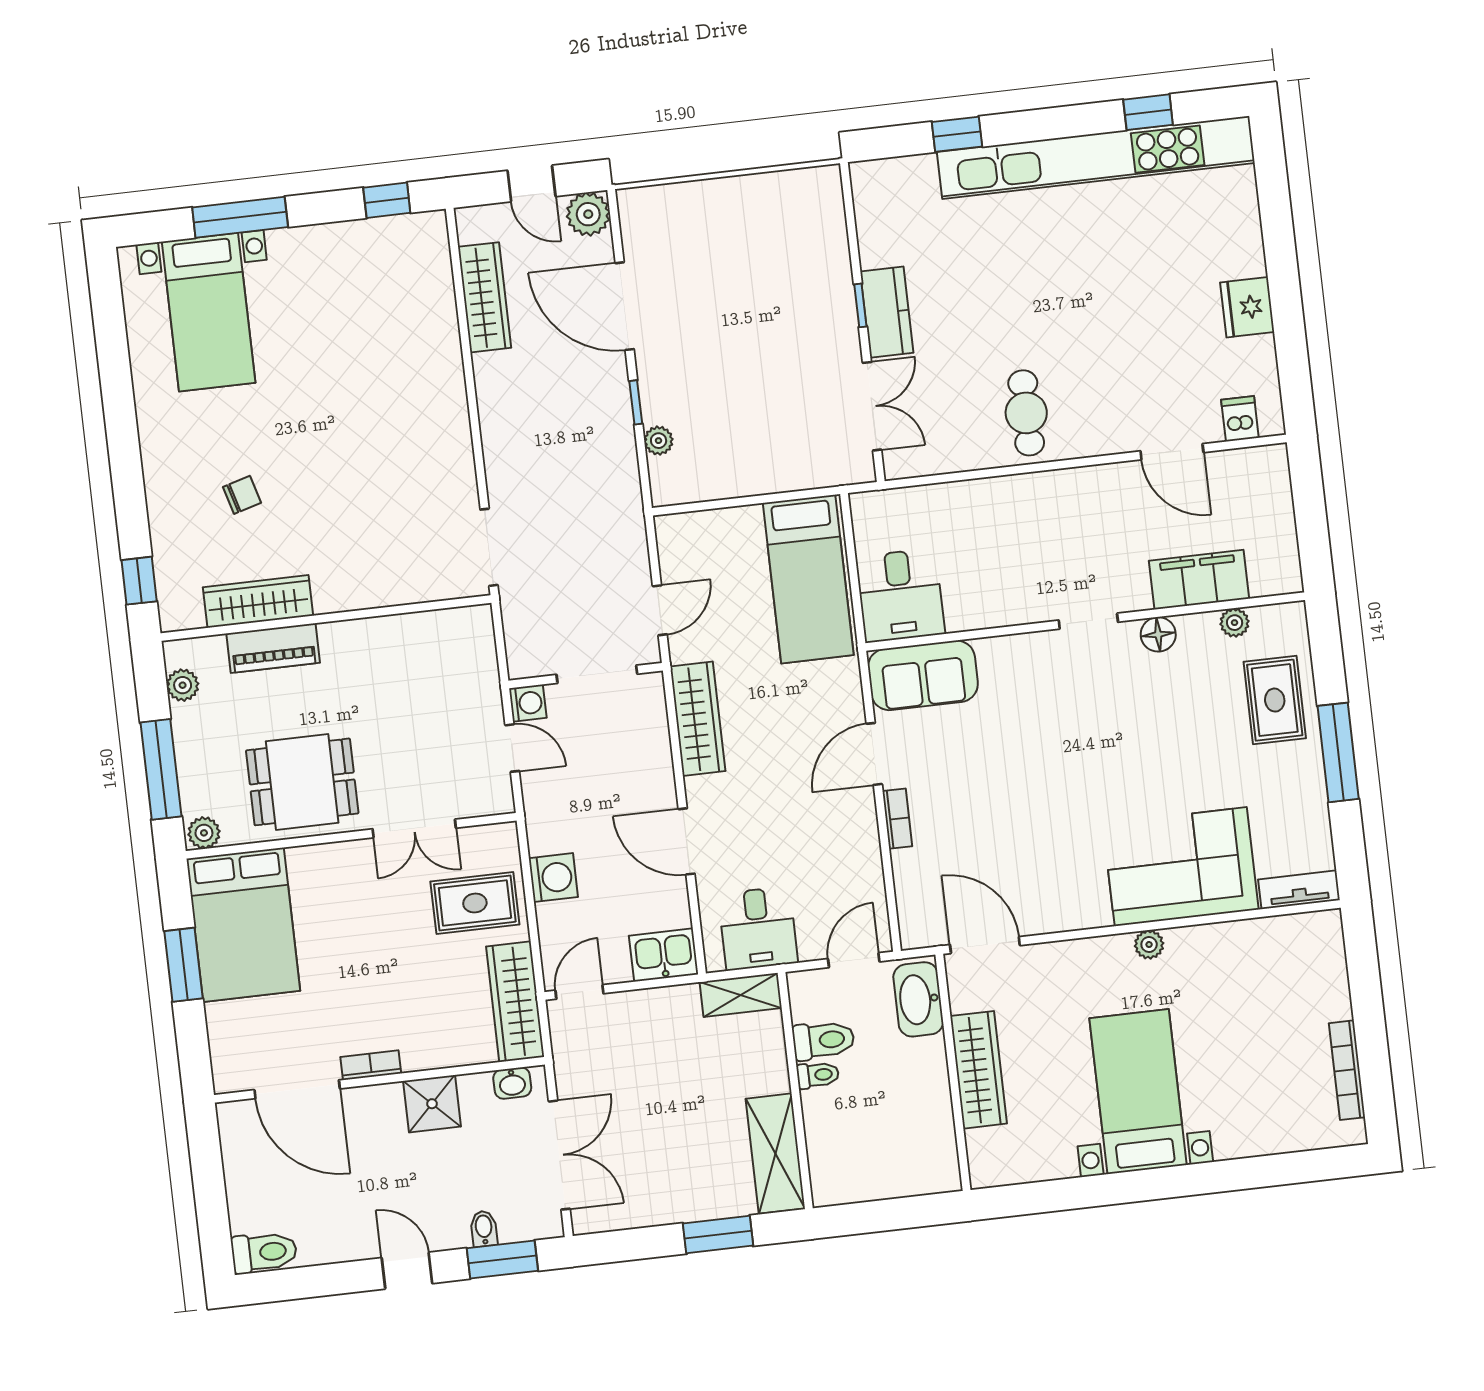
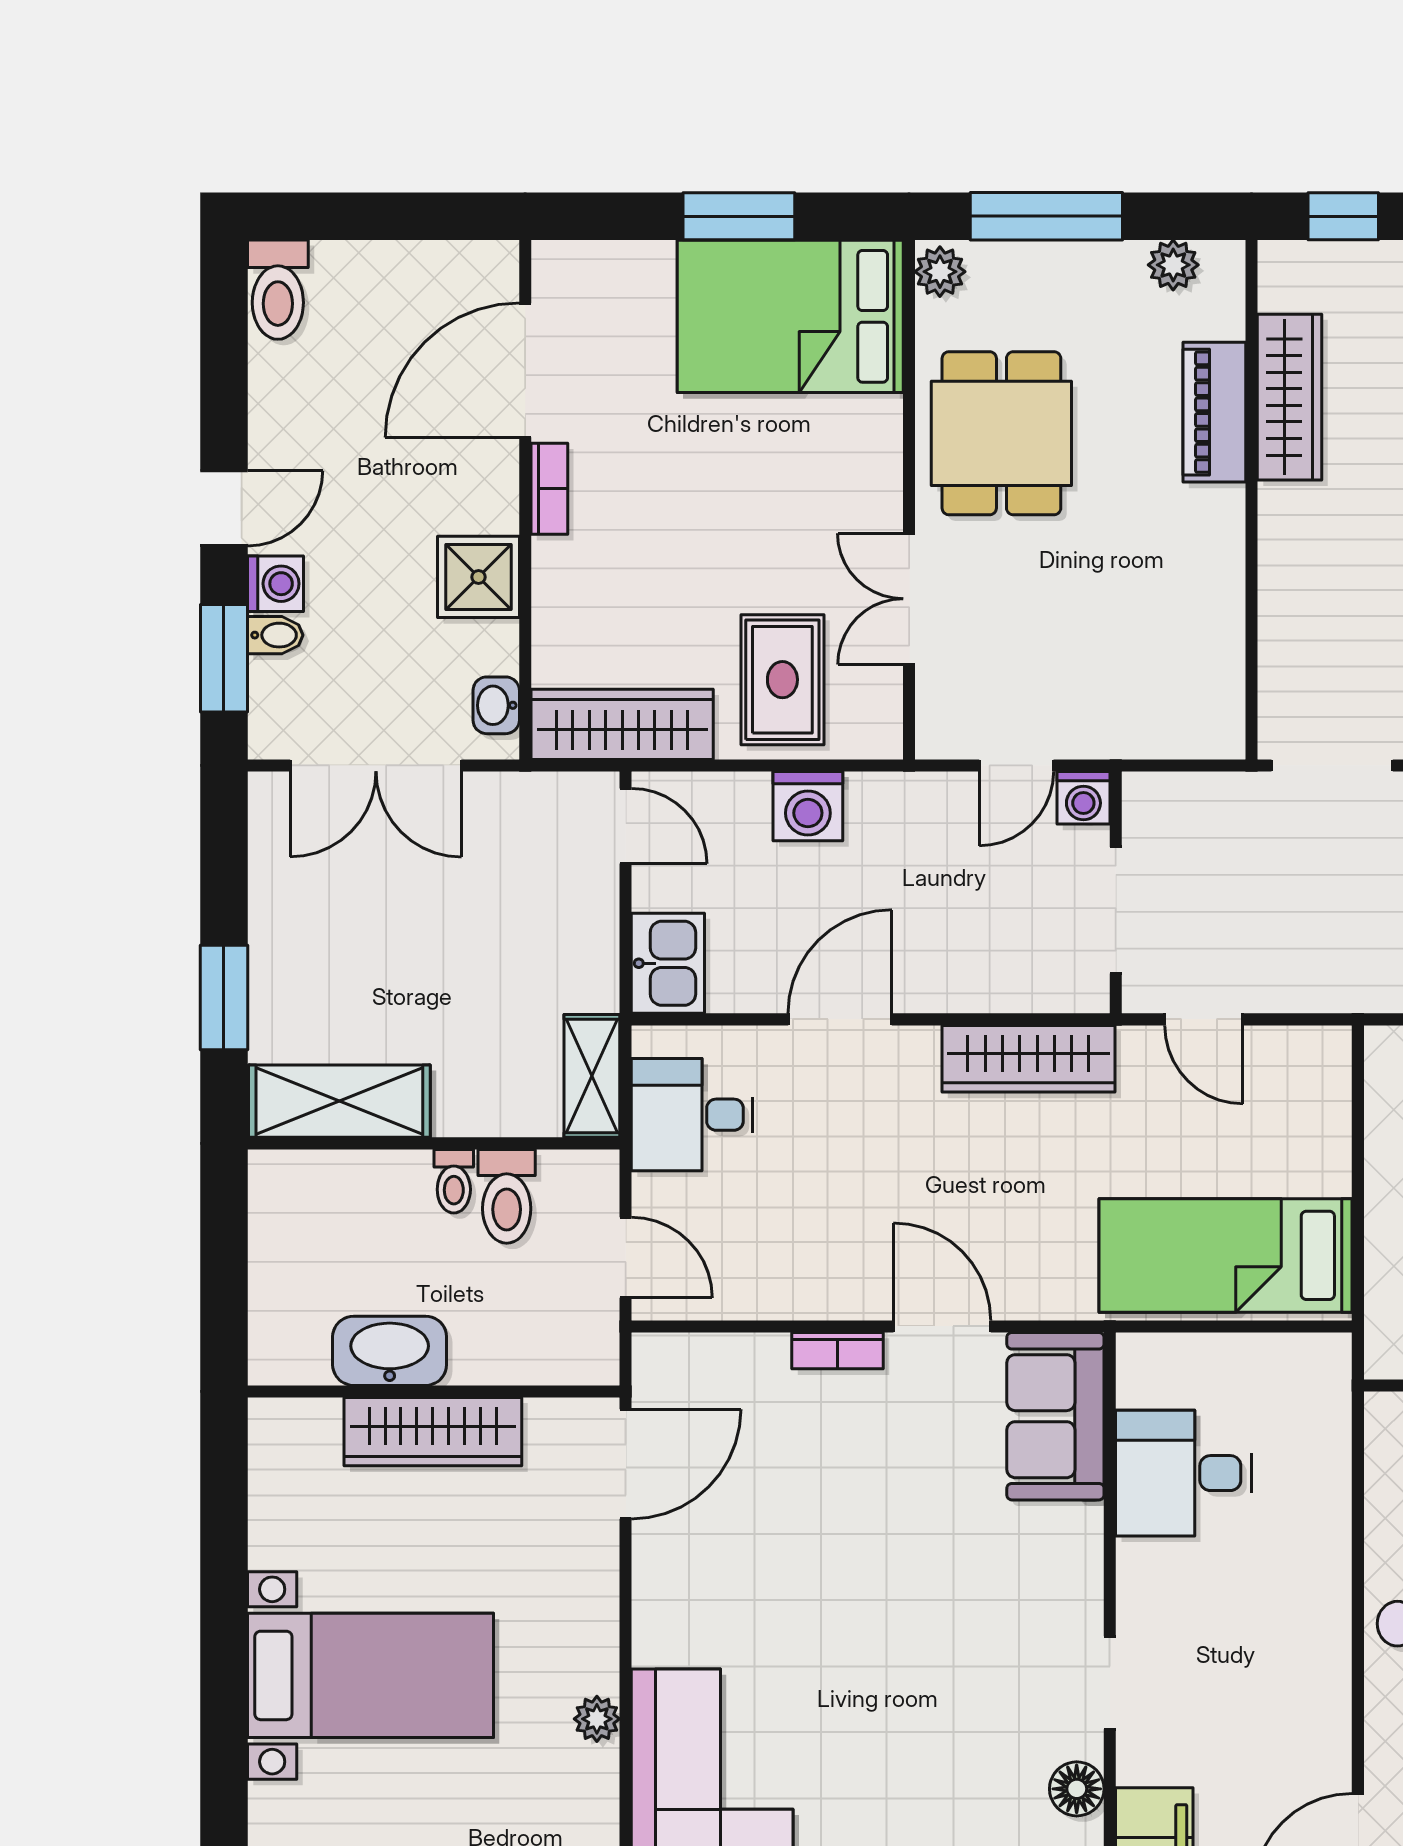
desk: (900, 595) -> (1184, 1473), moved
washbasin: (918, 999) -> (390, 1351), moved
washing machine: (451, 1232) -> (275, 584), added

